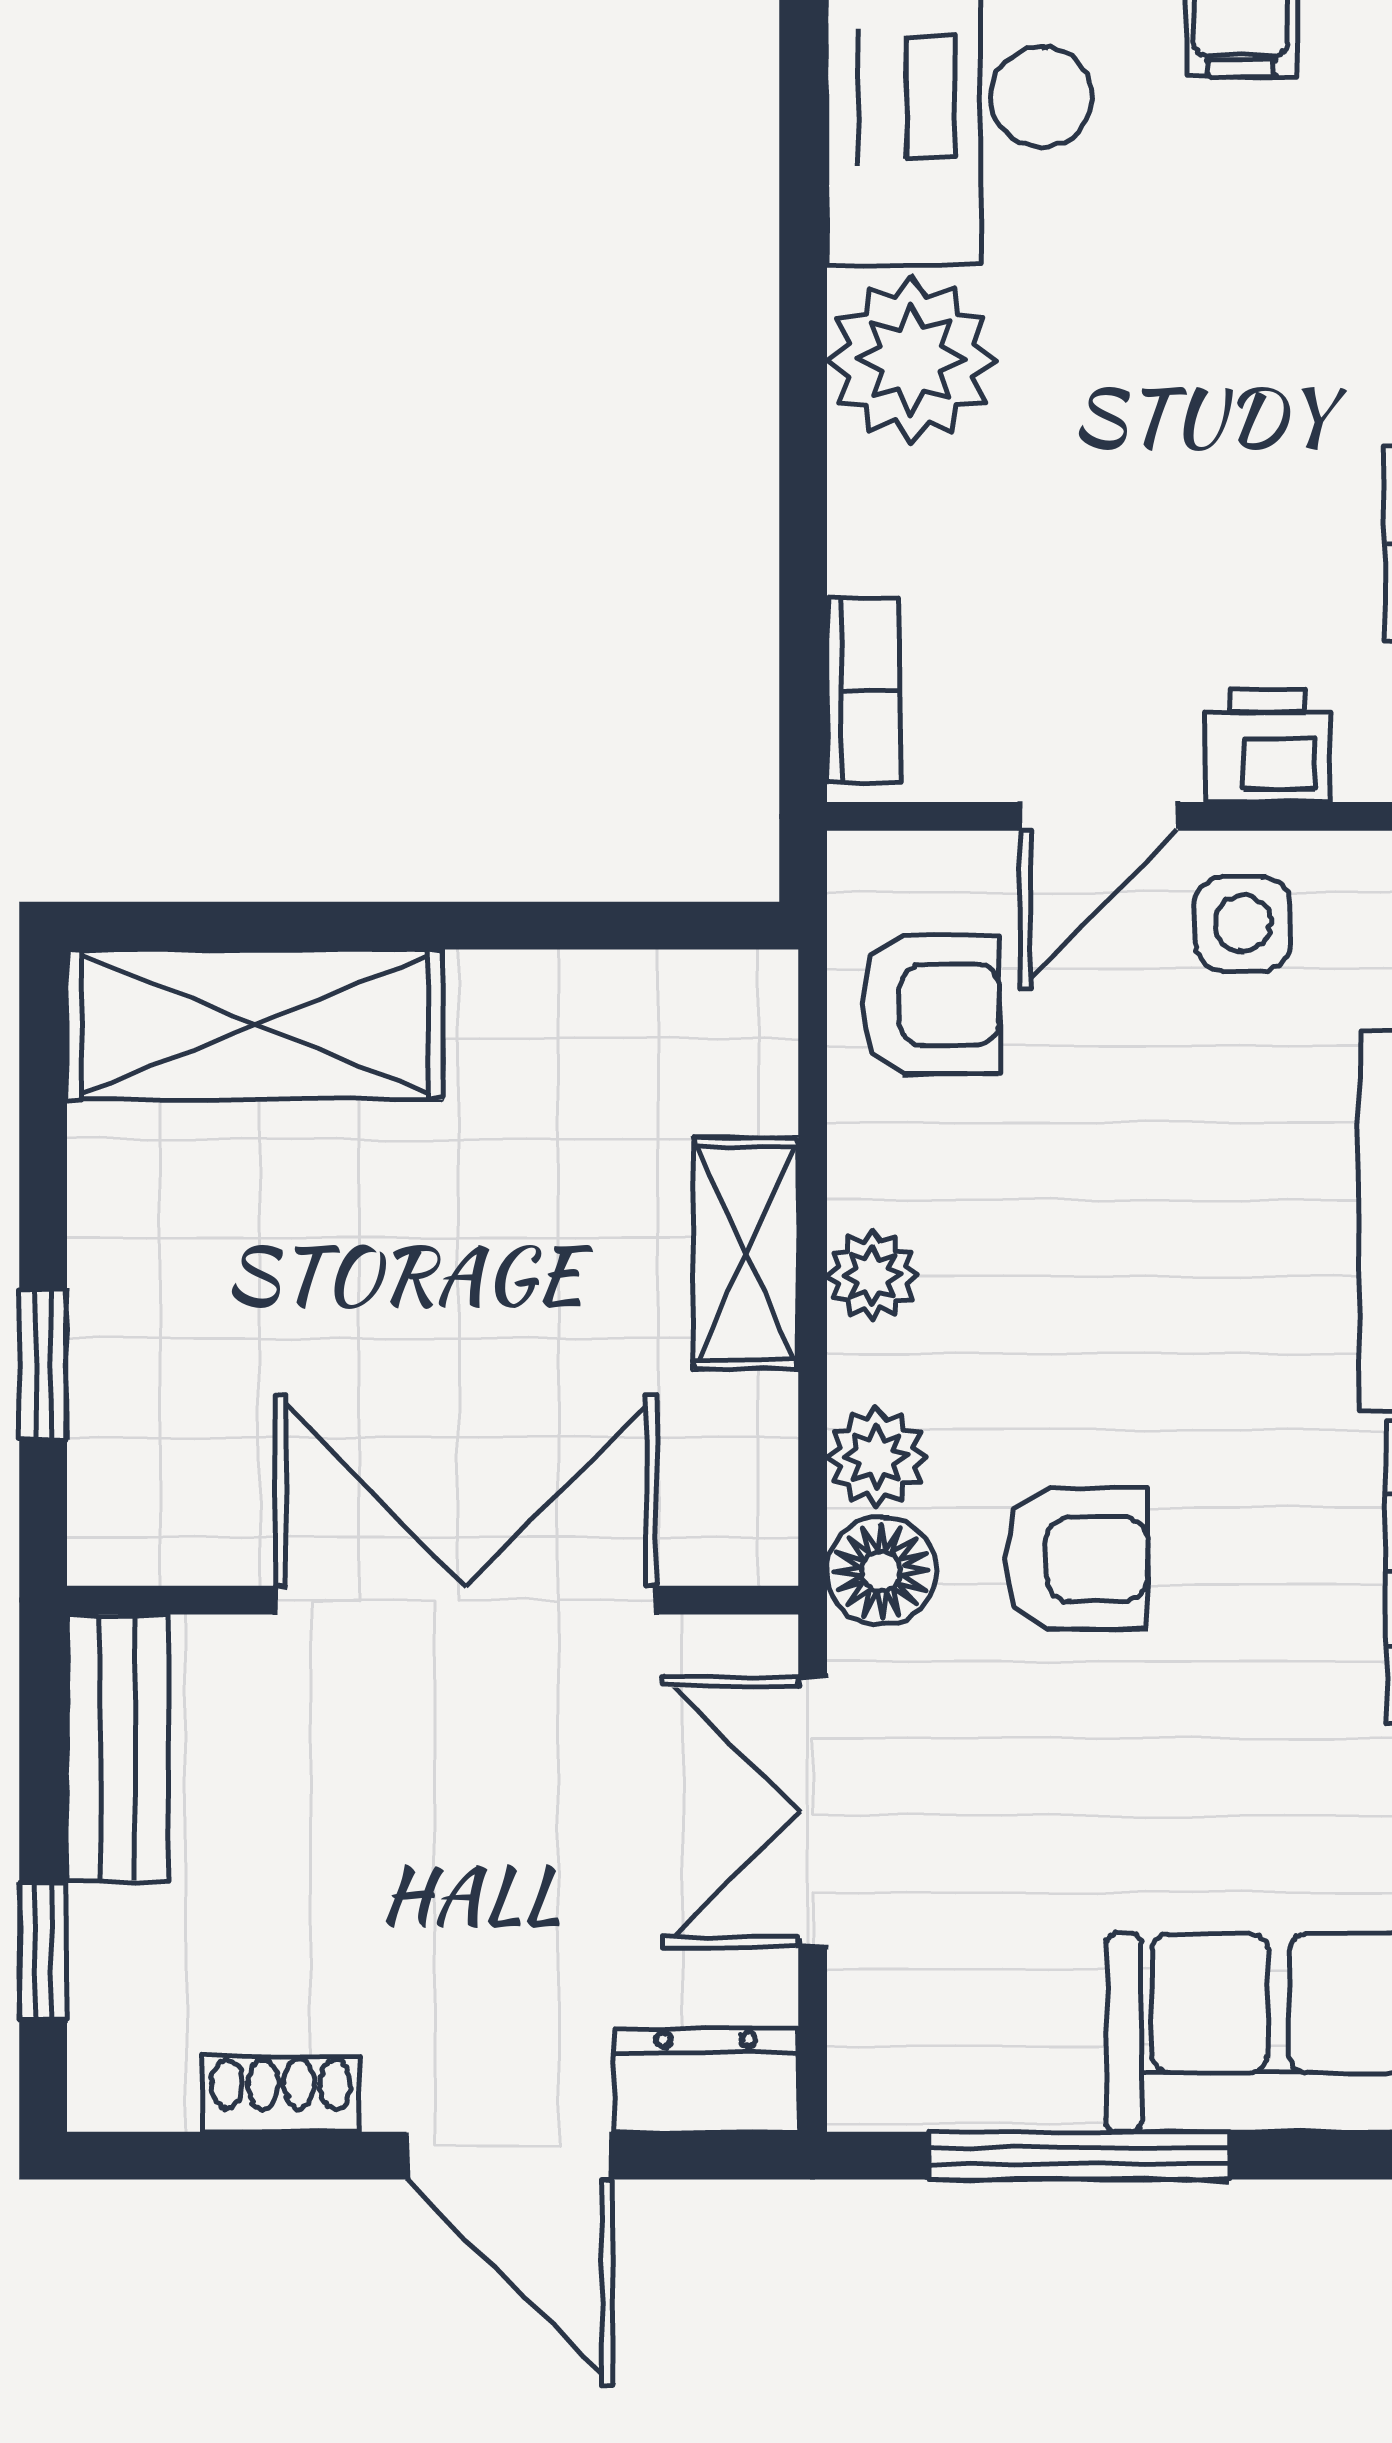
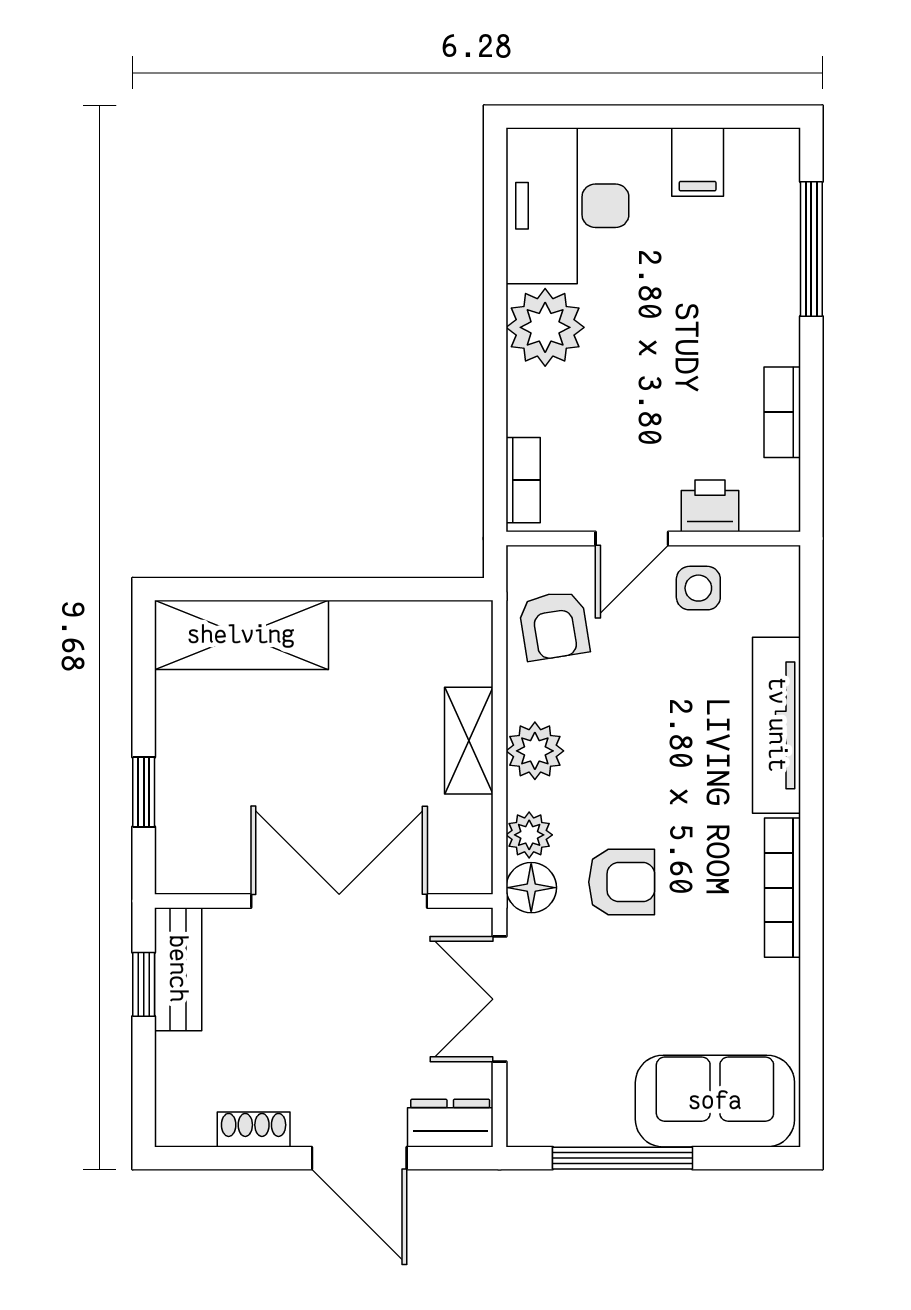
armchair: (930, 1004) -> (554, 626), turned 81
plant: (872, 1275) -> (535, 751), width x1.38, depth x1.38
window: (43, 1951) -> (144, 984), moved

